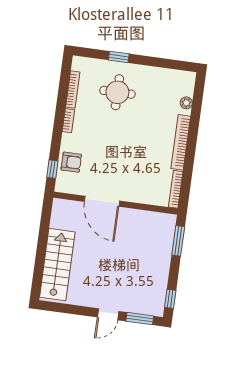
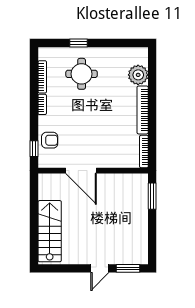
plant: (186, 103) -> (138, 75), width x1.88, depth x1.88
window: (170, 299) -> (152, 248), removed

